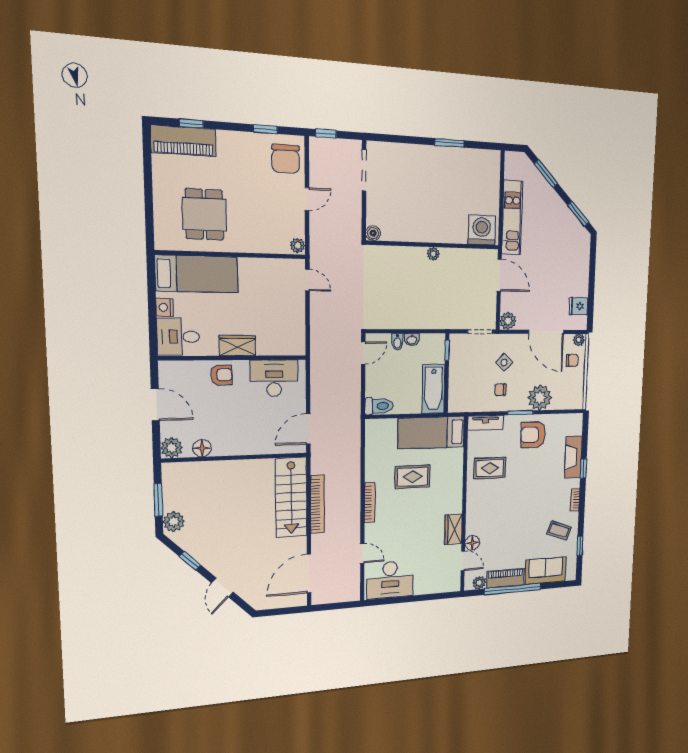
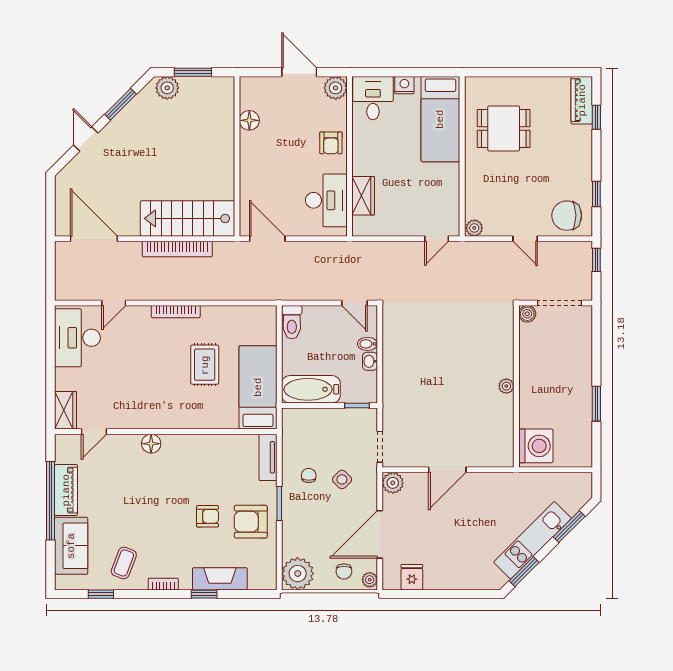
piano: (183, 141) -> (582, 100), width x0.73, depth x0.75
kitchen unit: (512, 218) -> (533, 540), moved, turned 135
washing machine: (482, 230) -> (536, 446), moved
boiler: (373, 233) -> (527, 314), moved
wall: (434, 245) -> (516, 386), moved
plant: (433, 254) -> (506, 386), moved
wardrobe: (237, 346) -> (363, 196), moved
plant: (540, 398) -> (298, 574), moved
door: (155, 405) -> (299, 72), swing flipped
armchair: (533, 435) -> (251, 522), turned -90
plant: (172, 448) -> (336, 88), moved
rug: (490, 468) -> (211, 464), removed
armchair: (528, 469) -> (208, 516), added
wardrobe: (453, 529) -> (65, 410), moved, turned 90
floor lamp: (472, 543) -> (151, 444), moved
window: (190, 561) -> (121, 104), width x1.50
plant: (479, 583) -> (63, 454), removed
door: (222, 588) -> (86, 139), hinge flipped

